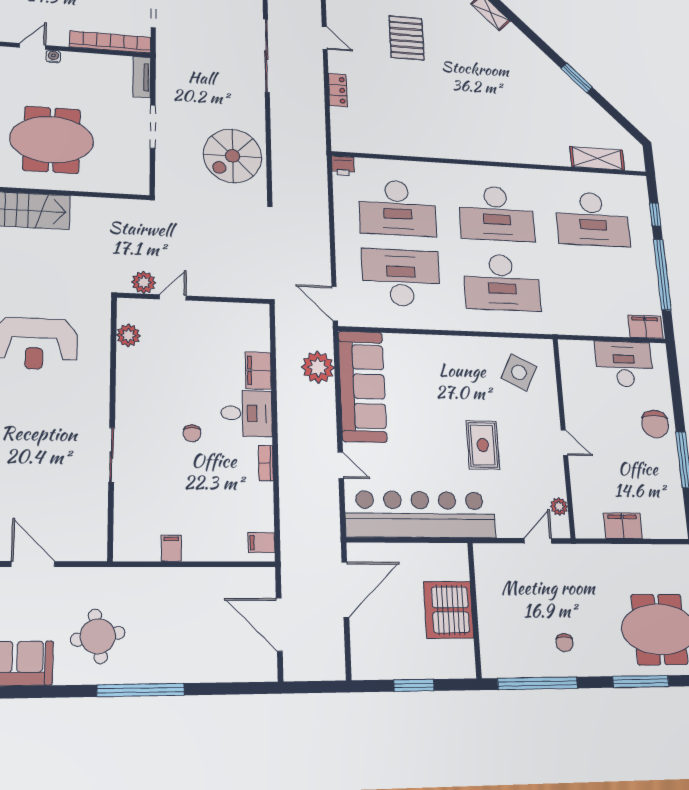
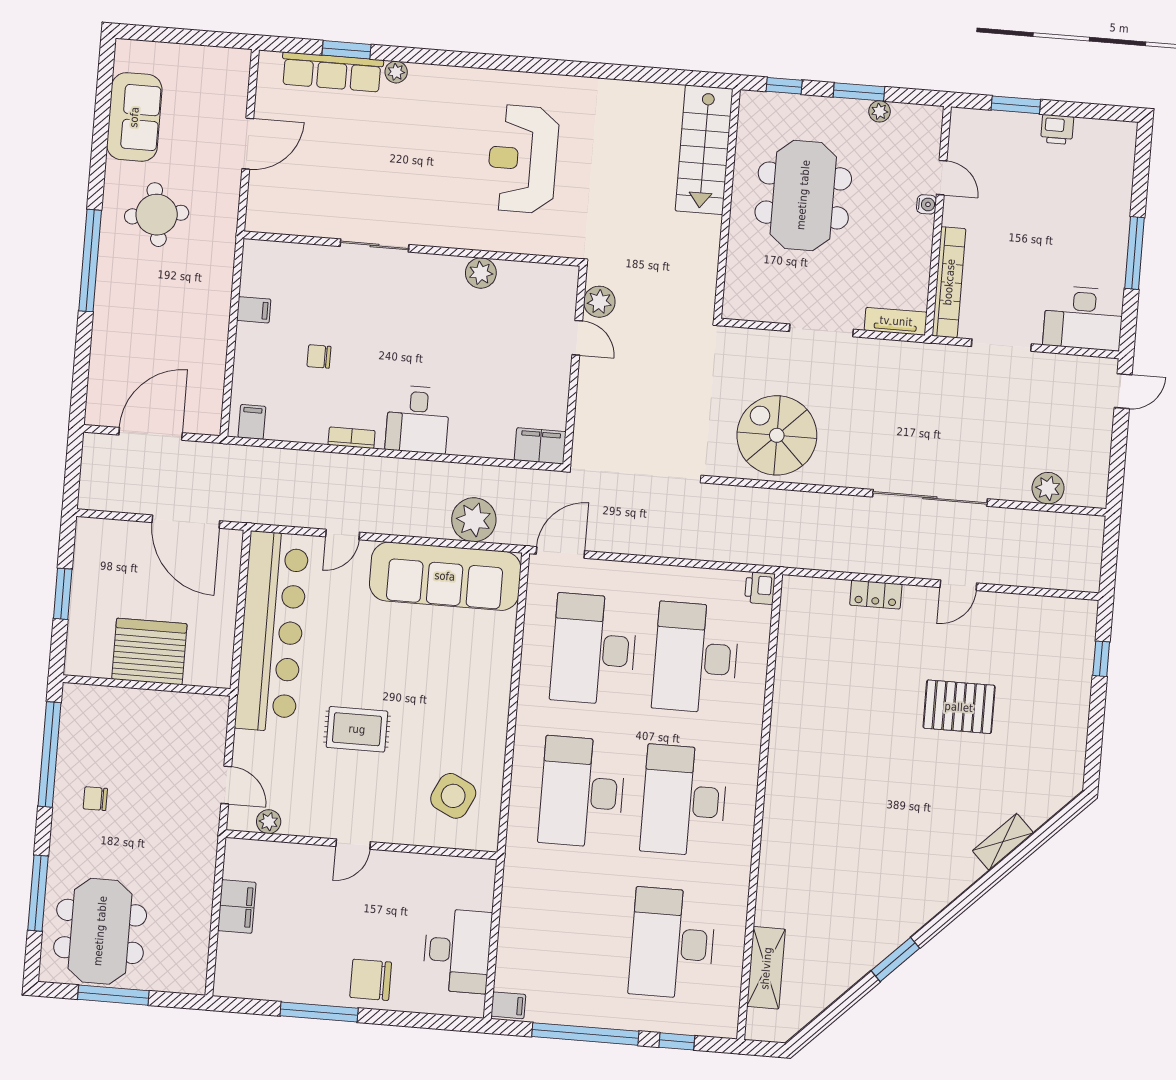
desk: (401, 278) -> (594, 649), turned 180
filing cabinet: (646, 327) -> (508, 1005), width x0.50
plant: (128, 335) -> (481, 273), moved
filing cabinet: (258, 371) -> (540, 446), moved
chair: (192, 433) -> (319, 356), moved

